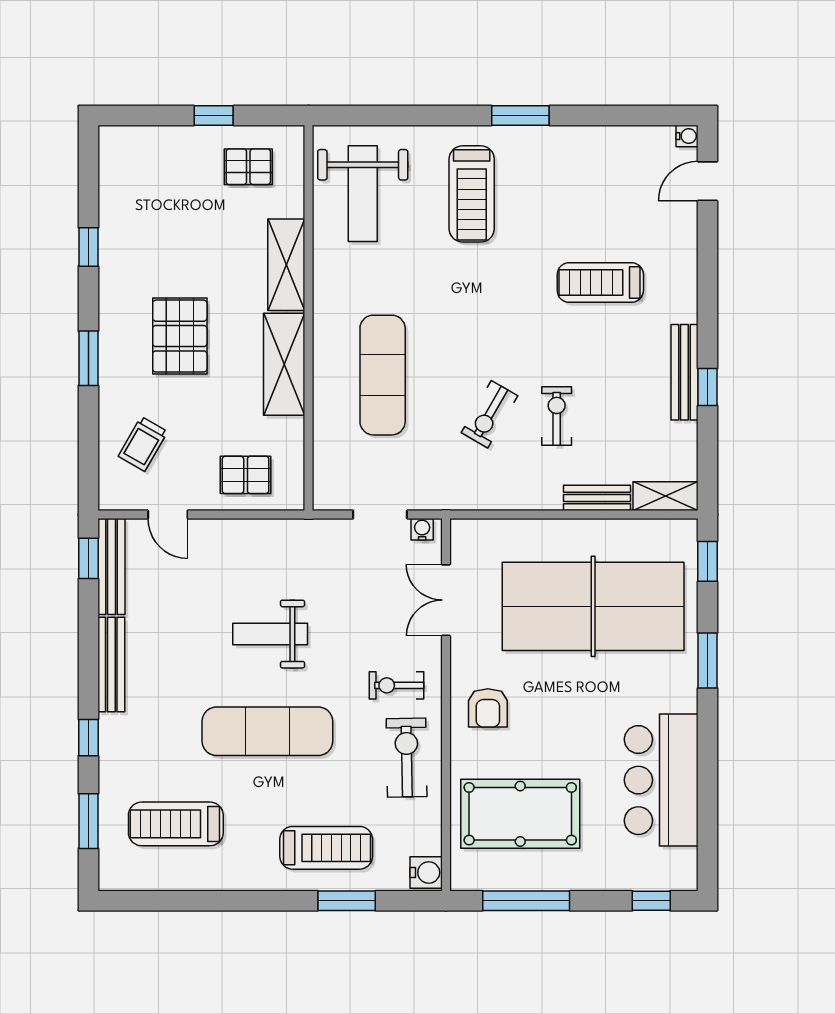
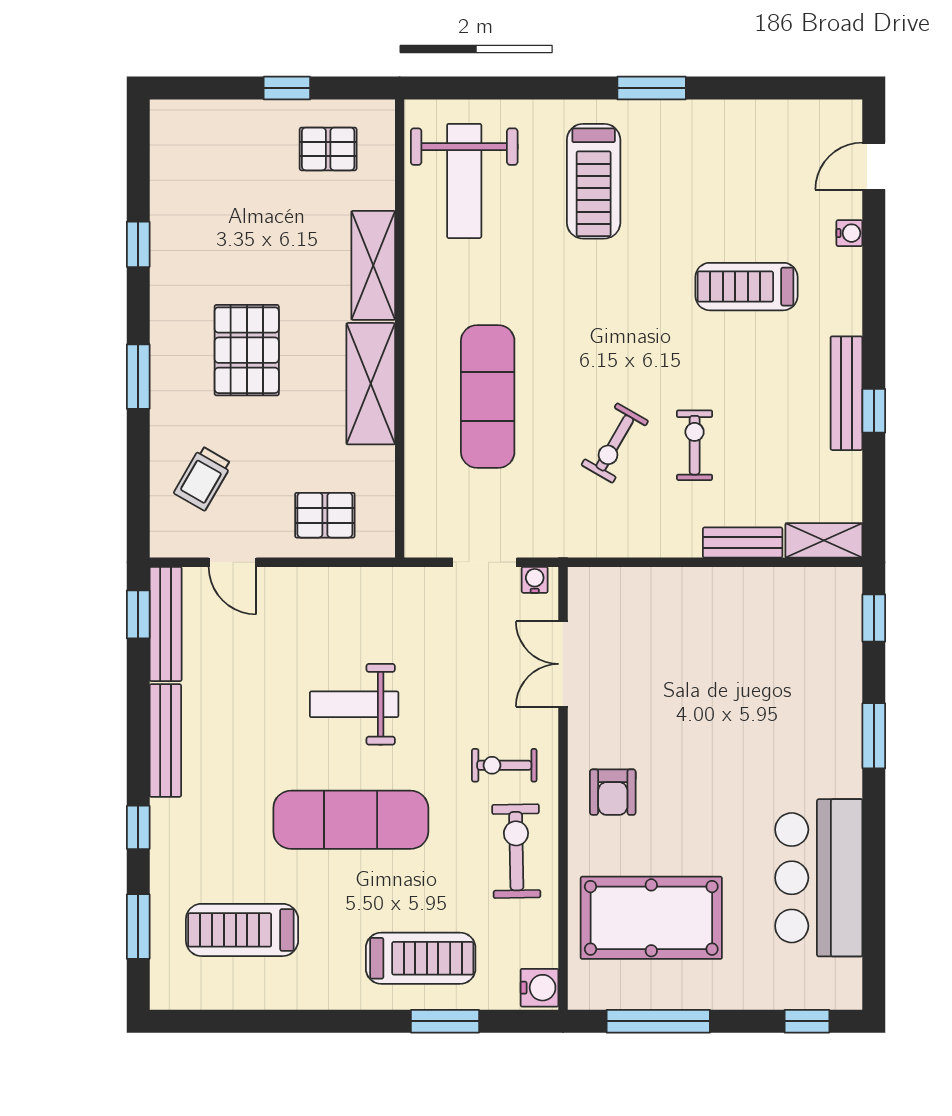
water cooler: (687, 136) -> (849, 233), moved
table tennis table: (593, 606) -> (738, 671), removed

